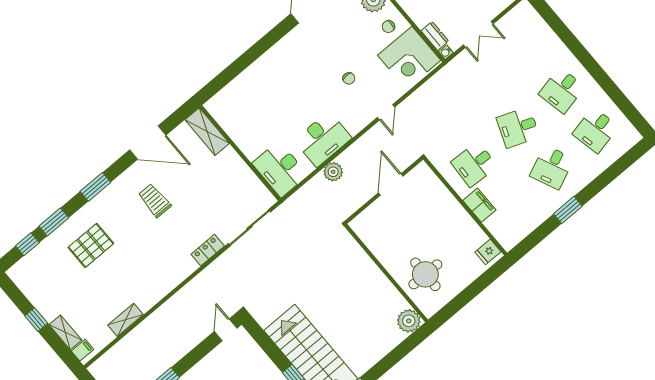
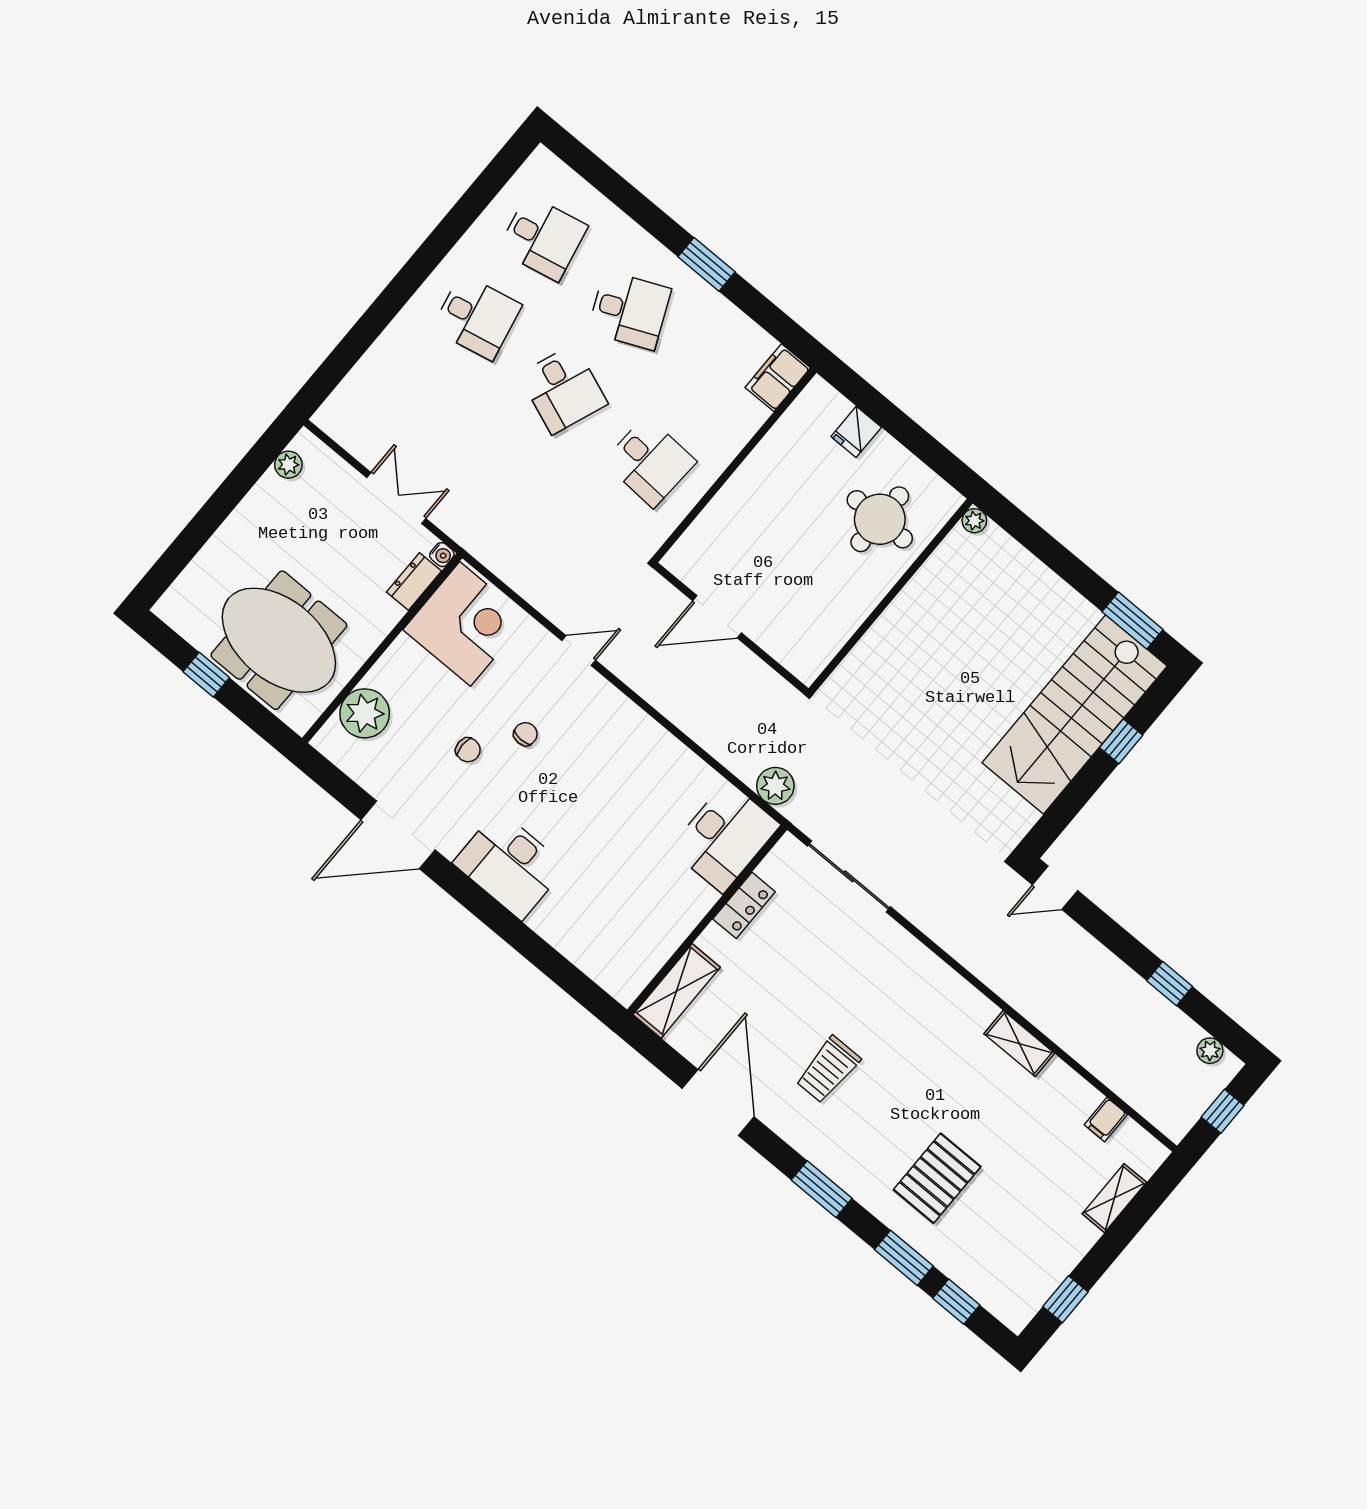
chair: (388, 27) -> (468, 750), moved
desk: (323, 139) -> (510, 865), moved, turned 180
plant: (333, 172) -> (775, 786), moved
filing cabinet: (479, 205) -> (778, 378), moved
pallet: (91, 245) -> (937, 1178), turned 90
locker: (208, 250) -> (744, 905), moved, turned -90
fridge: (488, 252) -> (856, 432), moved, turned 90
window: (36, 320) -> (1065, 1299), moved
shelving: (125, 320) -> (1019, 1044), moved
plant: (409, 321) -> (974, 521), width x0.53, depth x0.53
filing cabinet: (83, 350) -> (1106, 1120), moved, turned -90

